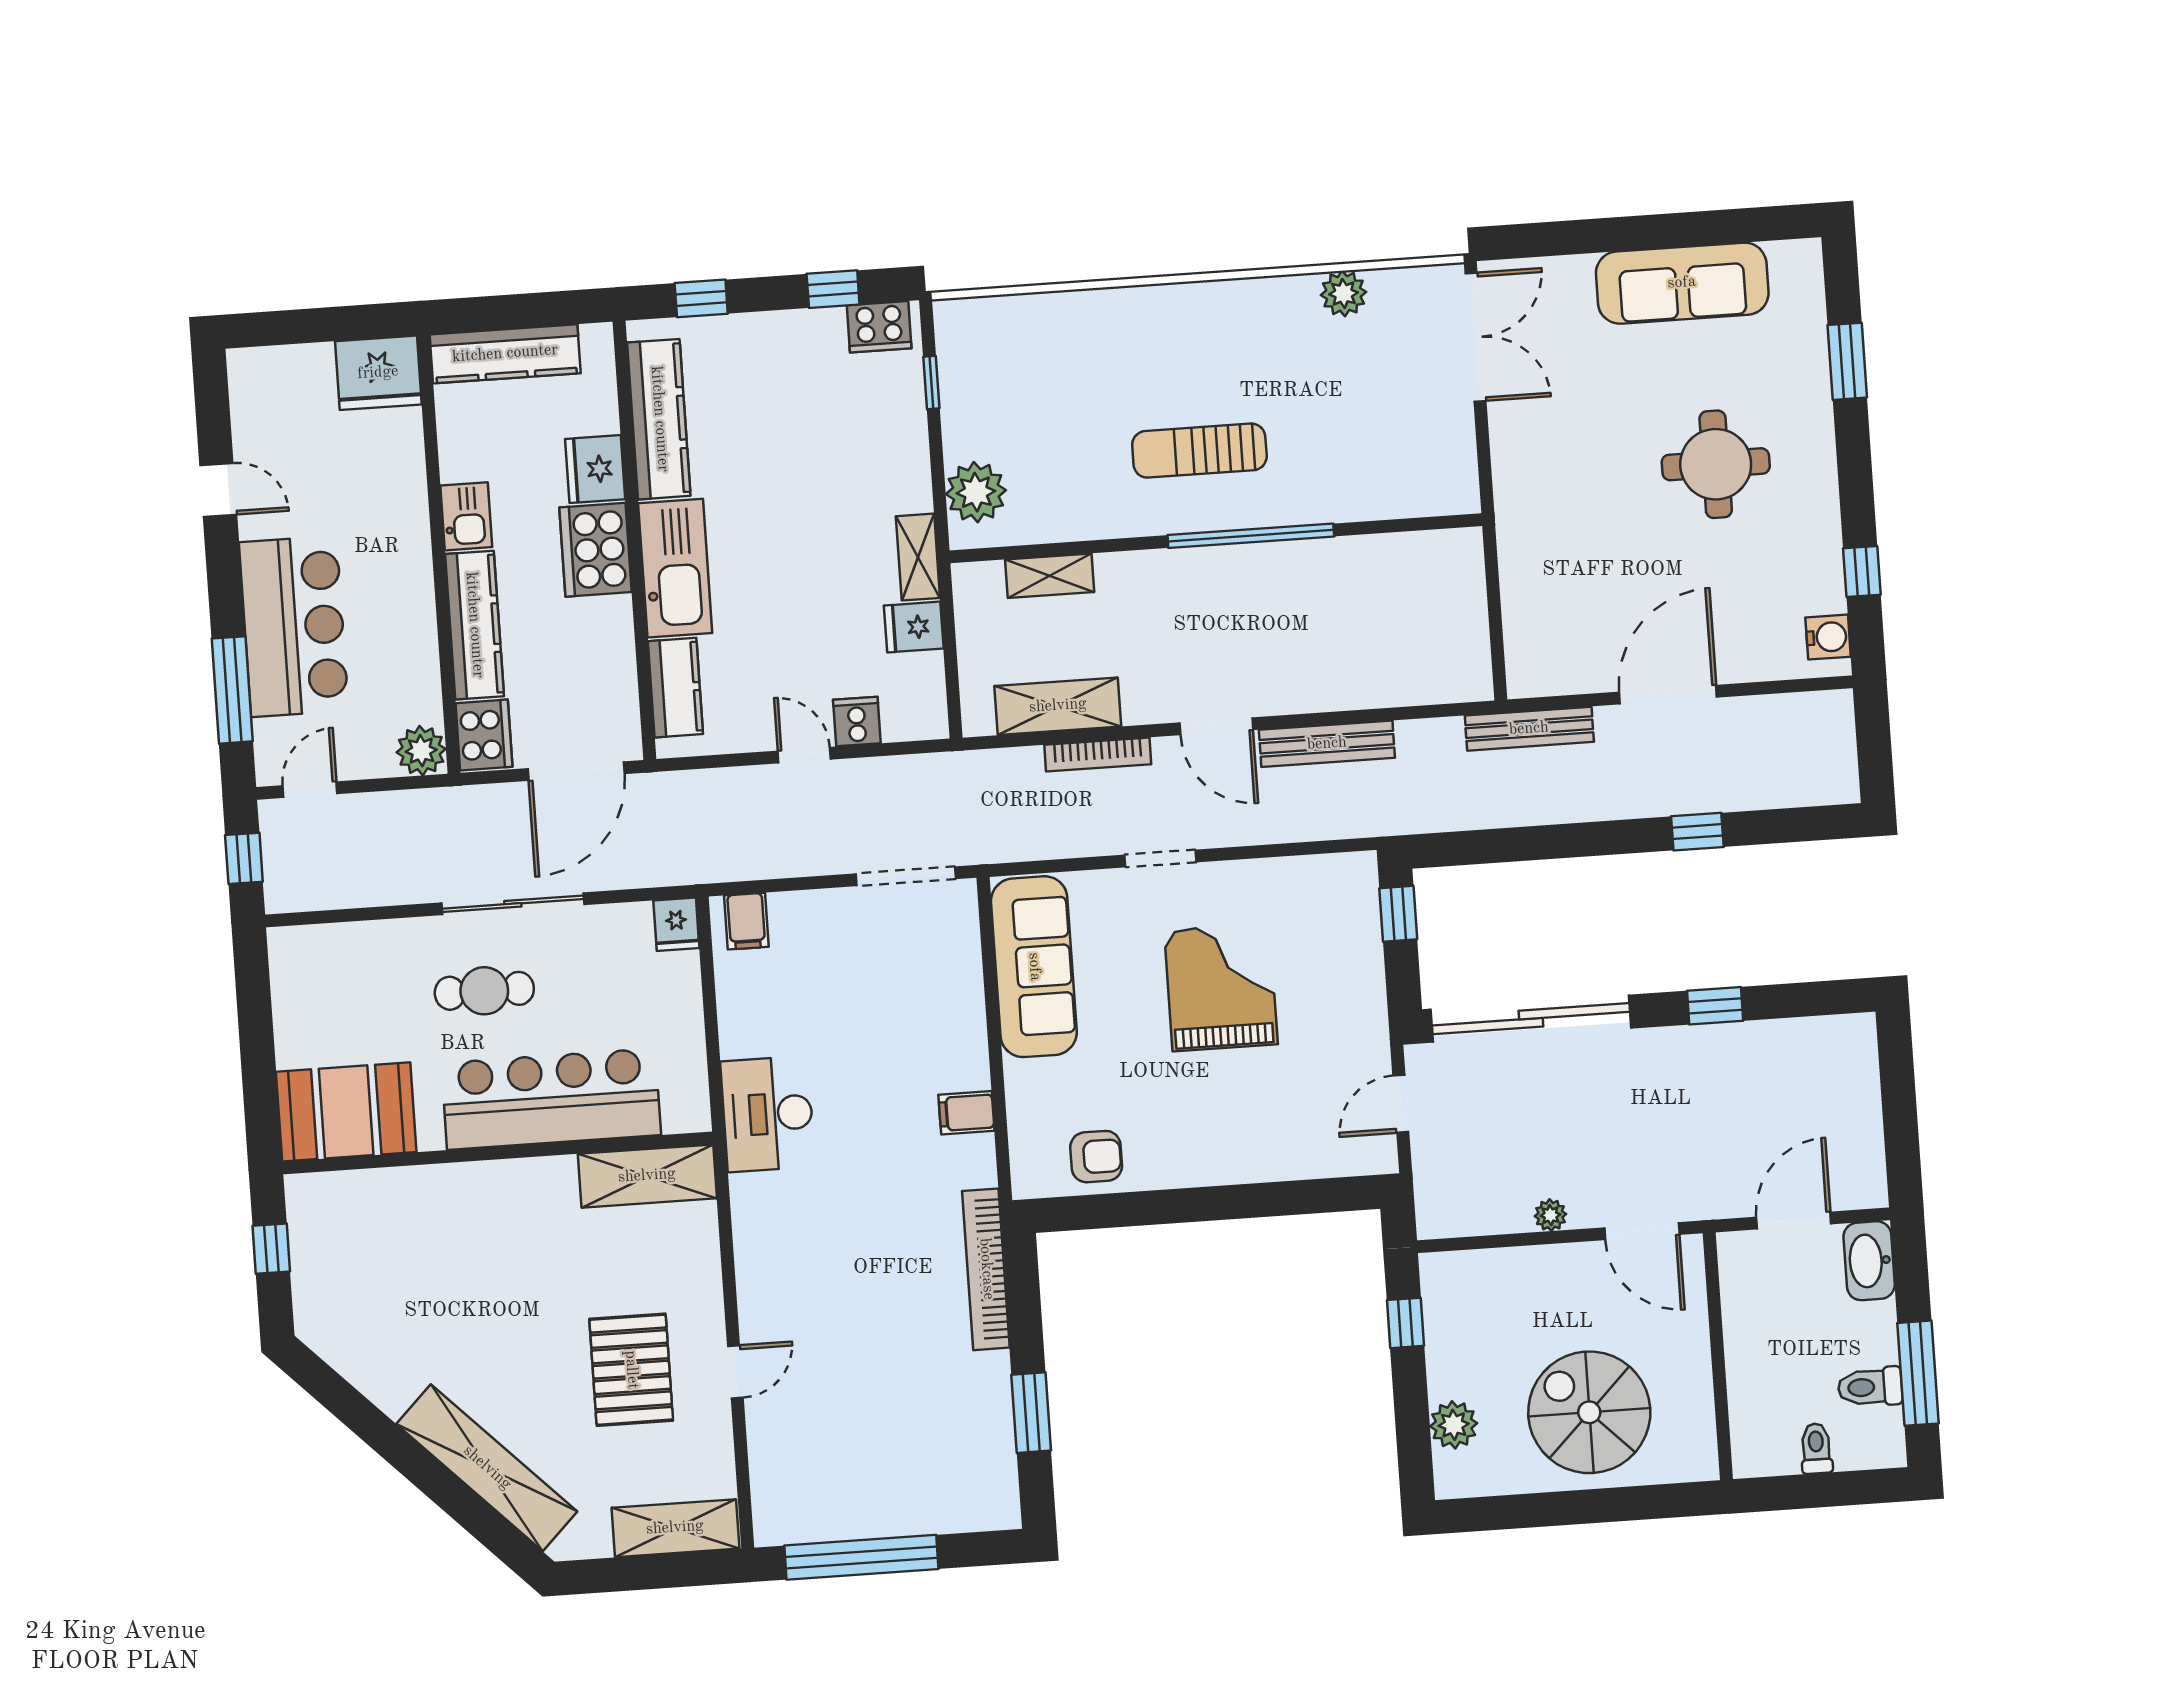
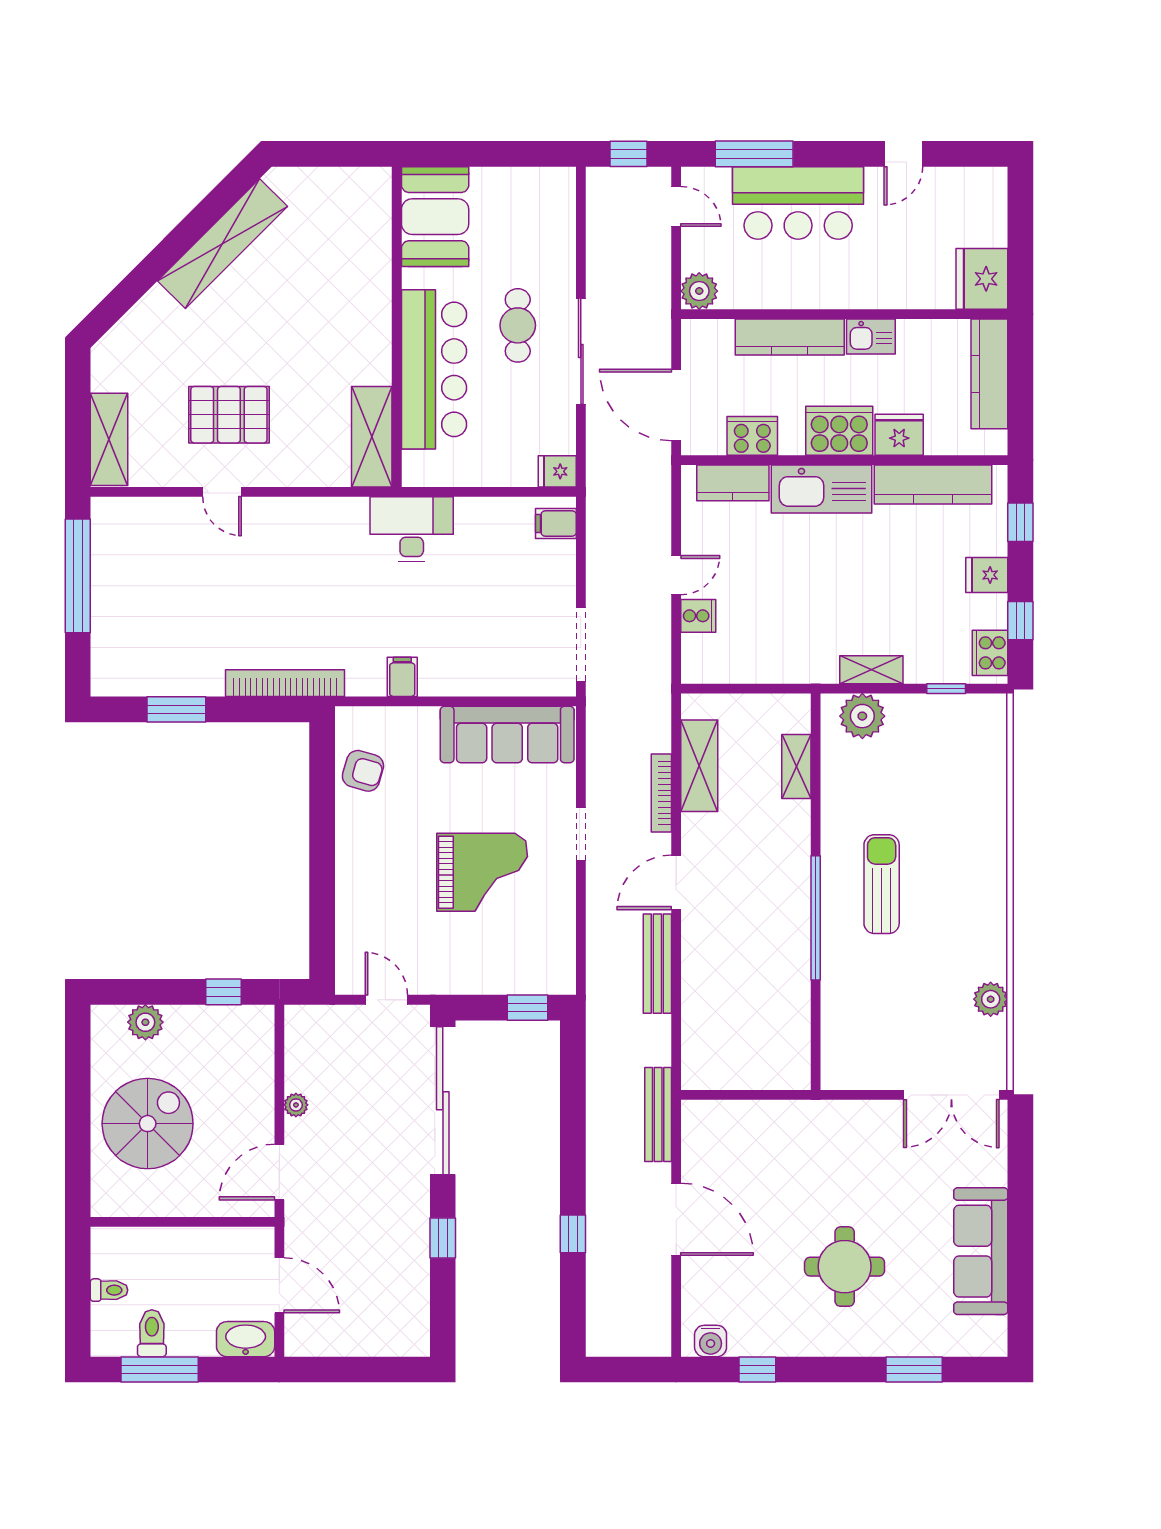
shelving: (918, 557) -> (871, 670), moved
fridge: (914, 627) -> (987, 575), moved, turned -90
cooker: (484, 735) -> (752, 436), moved, turned 180
armchair: (1096, 1157) -> (363, 771), turned -74
window: (271, 1249) -> (337, 154), removed
shelving: (487, 1468) -> (222, 244), moved

